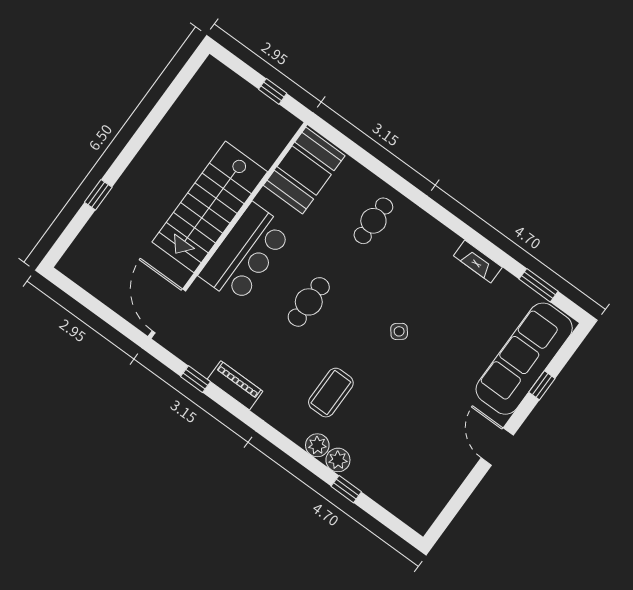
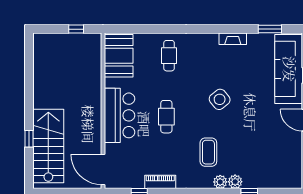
stairs: (210, 207) -> (48, 146), moved, turned 180
side table: (399, 331) -> (220, 99), width x1.87, depth x1.87

